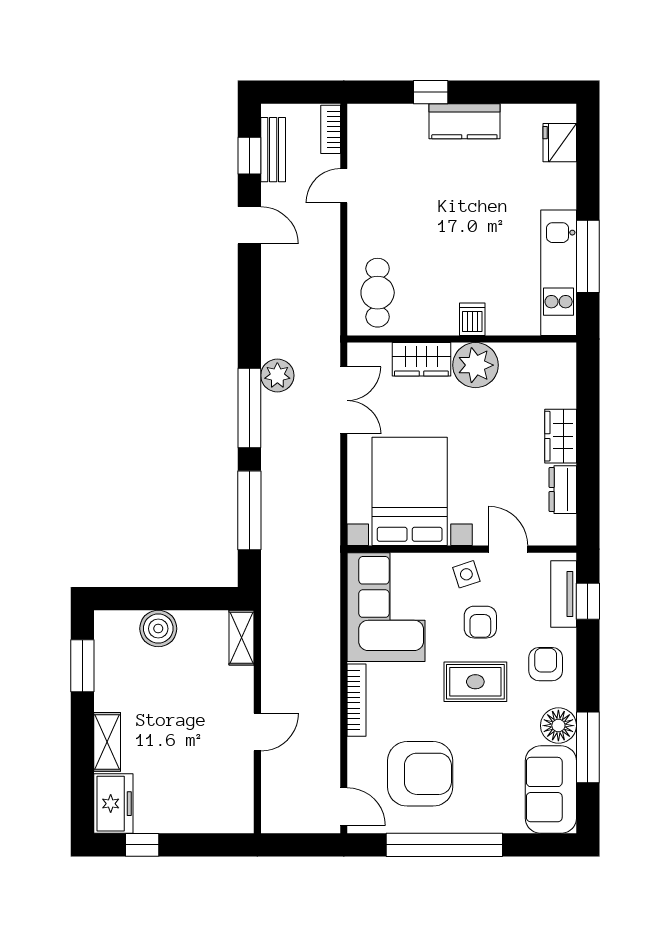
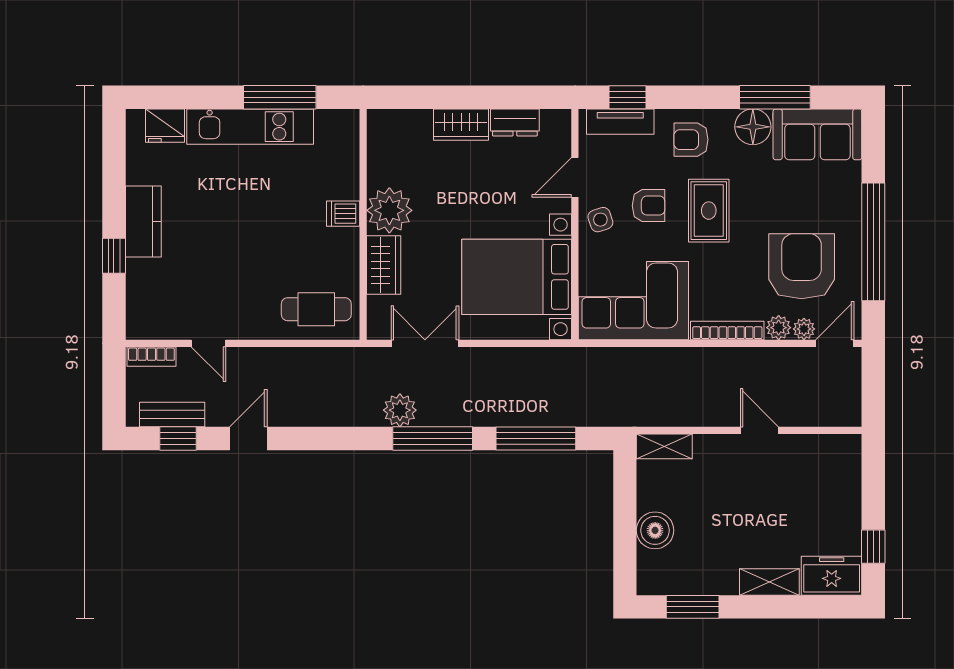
kitchen unit: (559, 273) -> (250, 127), moved
plant: (359, 751) -> (779, 328), added
plant: (358, 776) -> (804, 329), added

